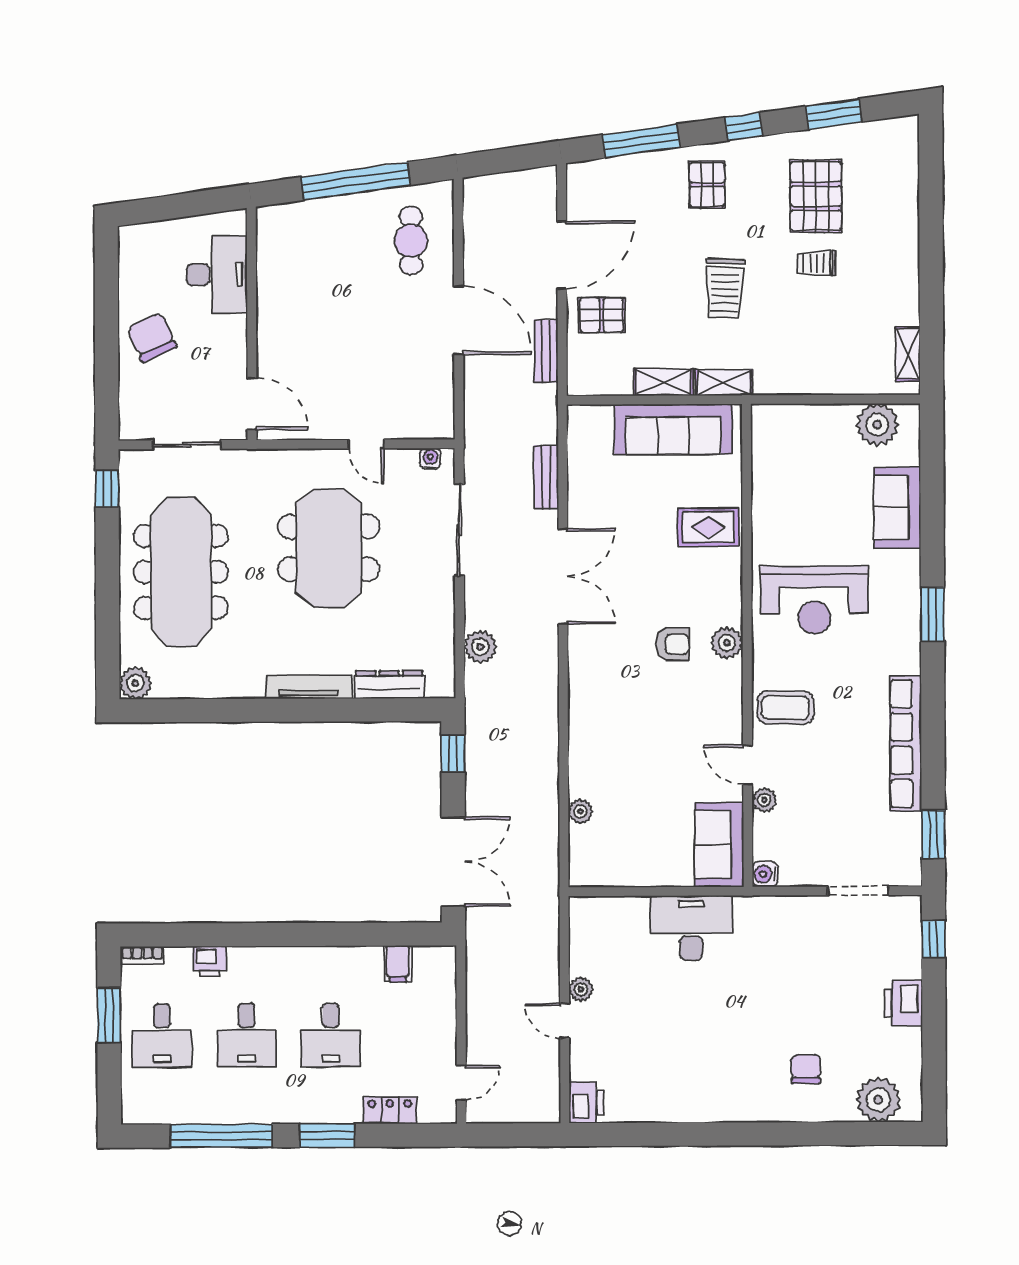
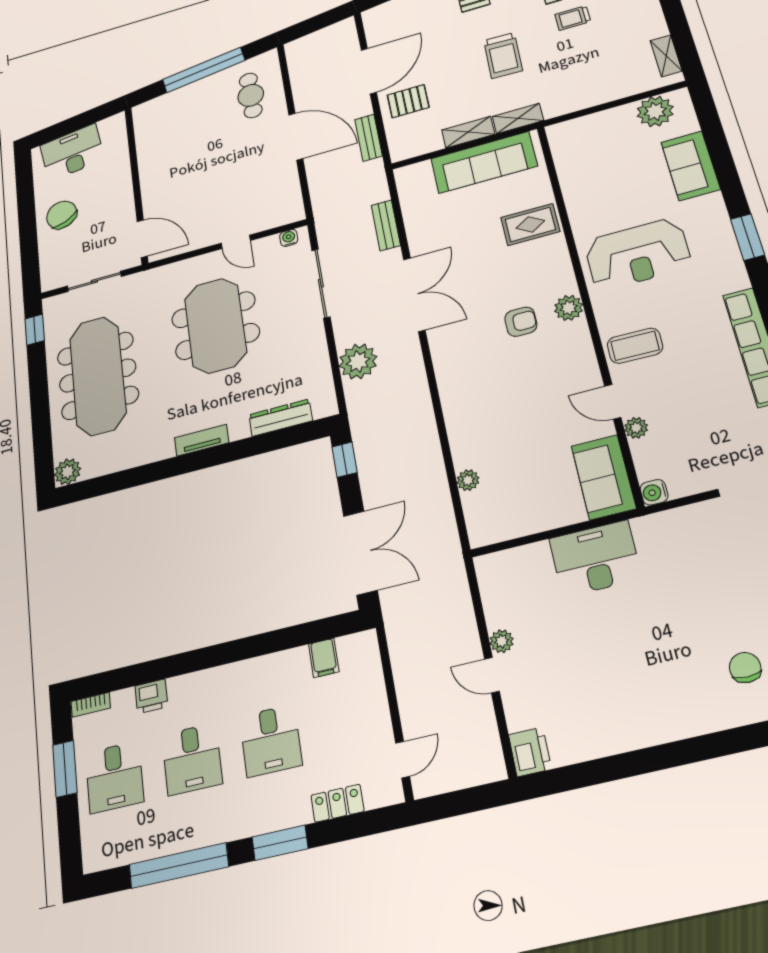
desk: (217, 275) -> (72, 152), moved, turned -98
plant: (480, 647) -> (358, 361), width x1.36, depth x1.36
tv unit: (309, 687) -> (202, 440), width x0.71

